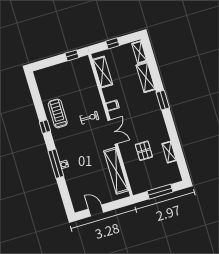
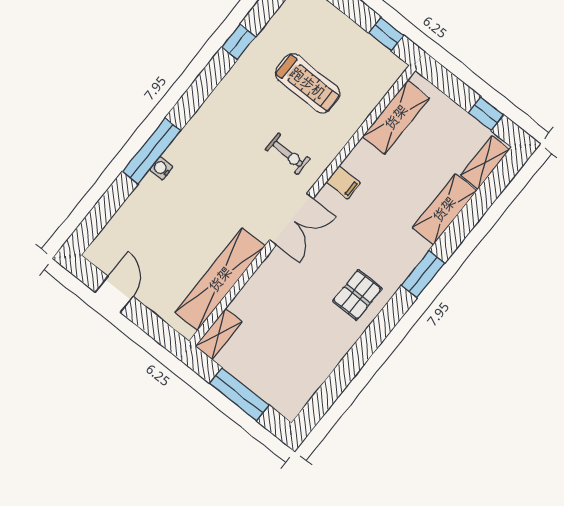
window: (113, 43) -> (486, 114), moved
treadmill: (58, 113) -> (308, 83), moved, turned 90
window: (45, 127) -> (239, 42), moved
pallet: (144, 151) -> (357, 295), moved
shelving: (169, 152) -> (219, 334), moved

